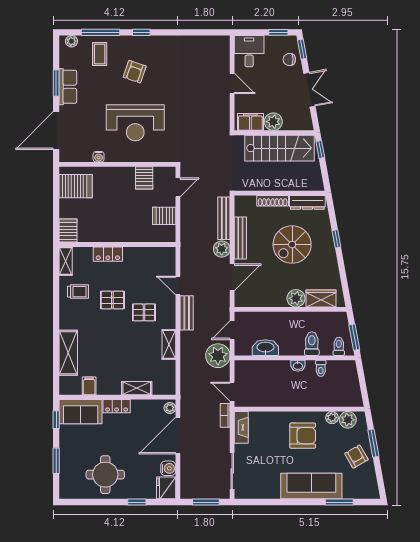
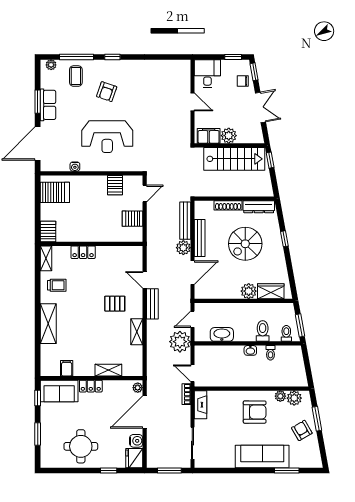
pallet: (112, 300) -> (87, 293), removed
shelving: (68, 353) -> (48, 324), moved

